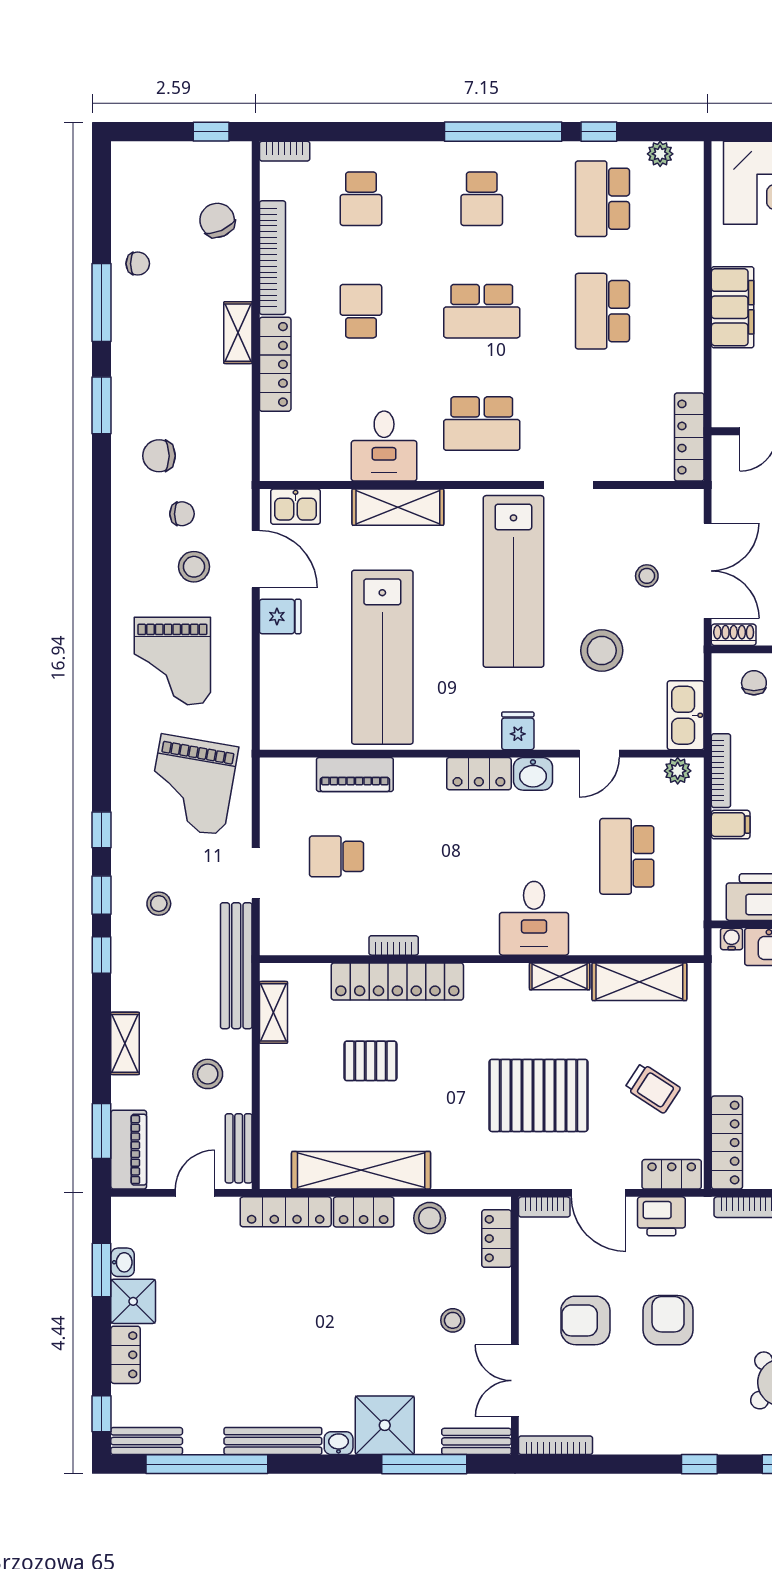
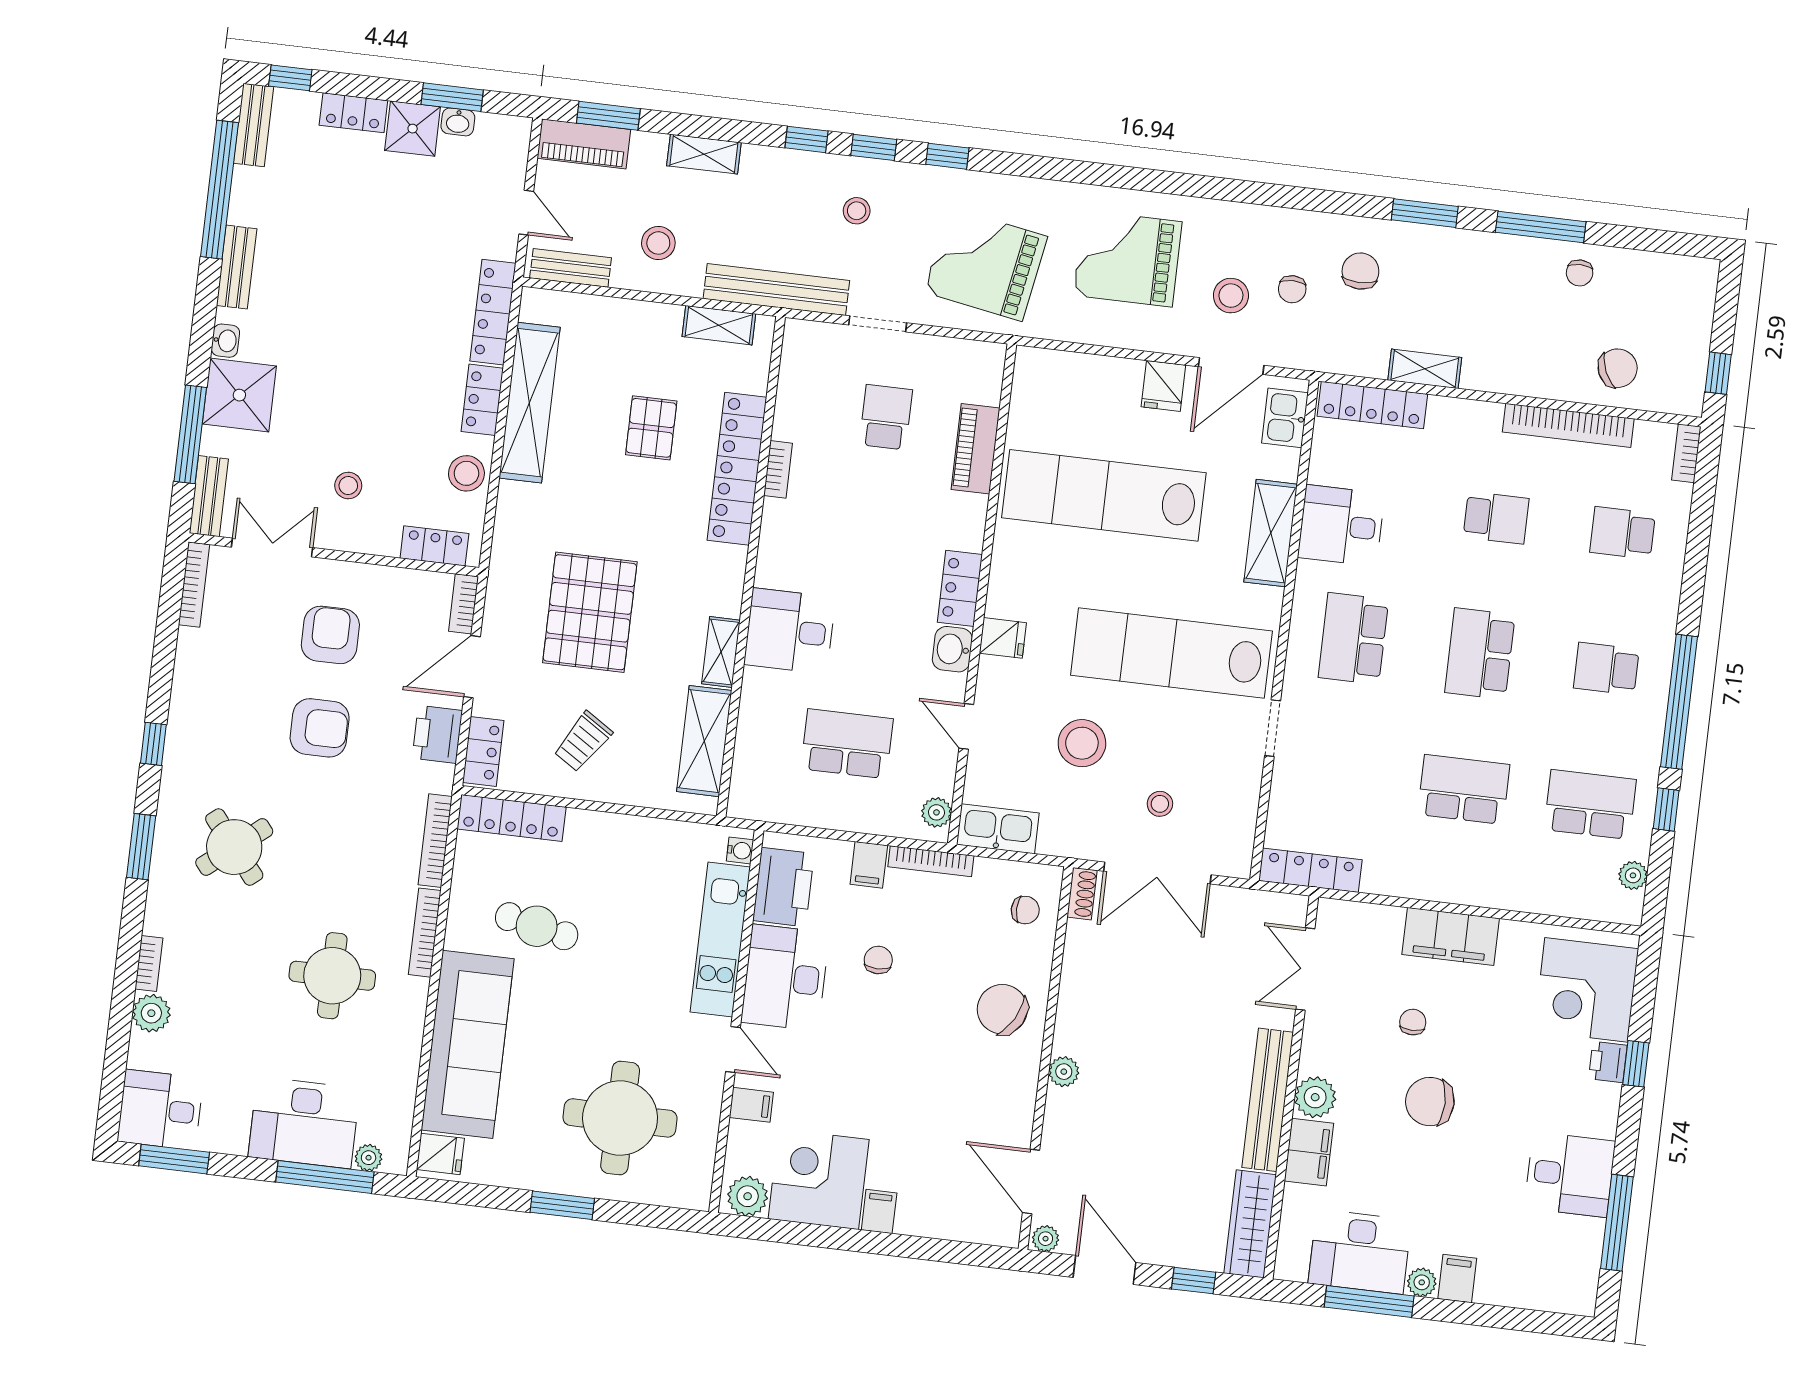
shelving: (238, 333) -> (1425, 369), moved
locker: (275, 364) -> (1372, 405), moved
bench: (273, 1441) -> (237, 267), width x0.73

